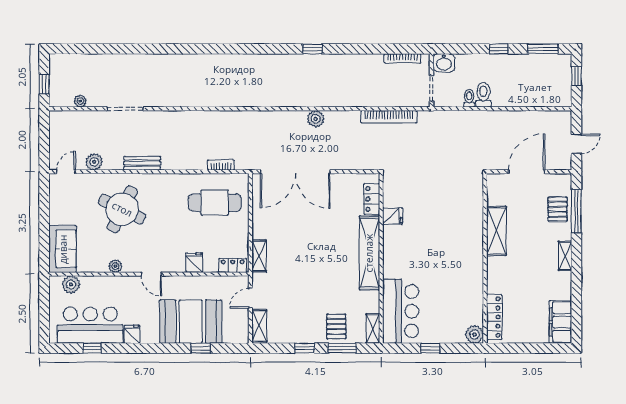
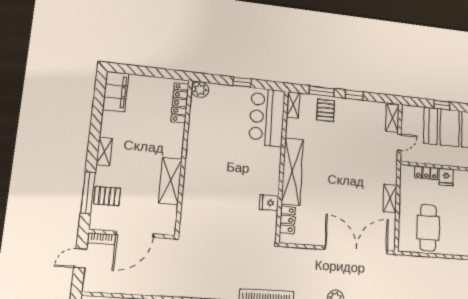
bookcase: (221, 165) -> (101, 239), moved
cafe table: (215, 203) -> (428, 228), turned 90
pallet: (557, 209) -> (107, 196), turned 90
shelving: (259, 256) -> (390, 198), moved
locker: (233, 265) -> (426, 173), moved

